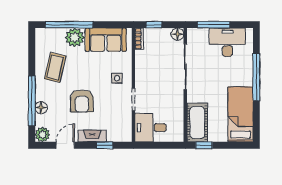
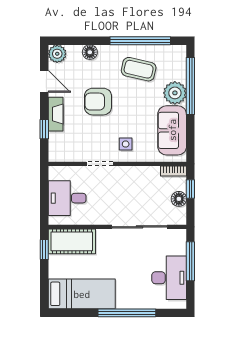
floor lamp: (177, 34) -> (179, 199), moved
window: (32, 101) -> (140, 41), moved
desk: (151, 128) -> (67, 198), moved, turned -90

